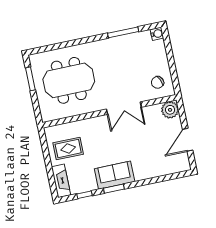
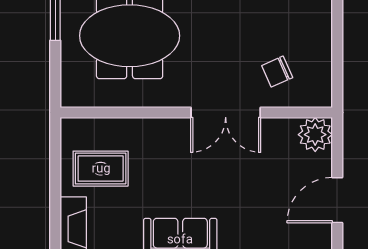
chair: (158, 82) -> (277, 72), moved

